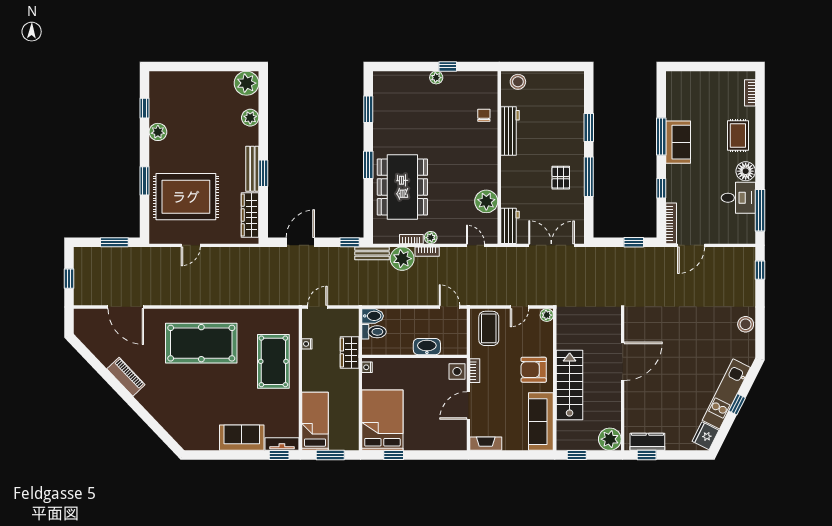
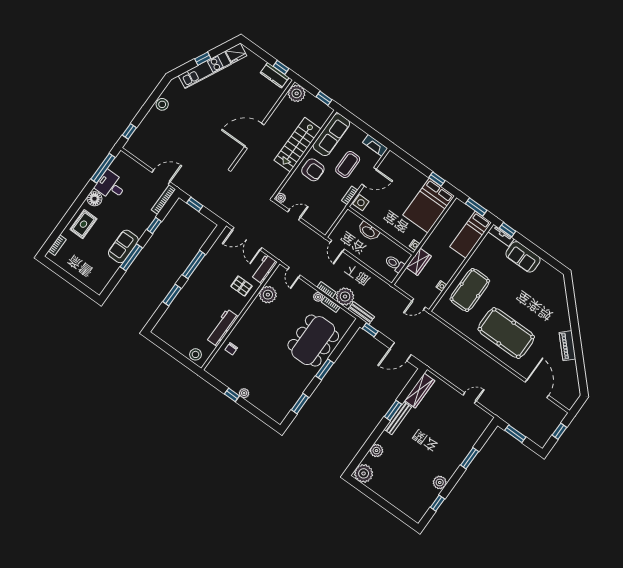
pallet: (561, 178) -> (241, 286), moved, turned 90
rug: (186, 197) -> (451, 430), removed
bidet: (373, 316) -> (388, 274), removed
coffee table: (489, 328) -> (348, 165), moved

